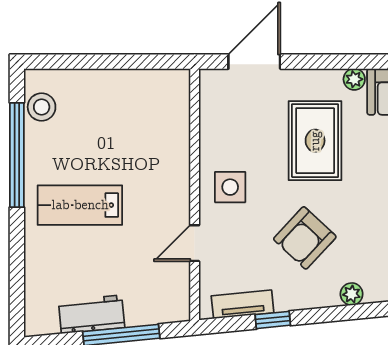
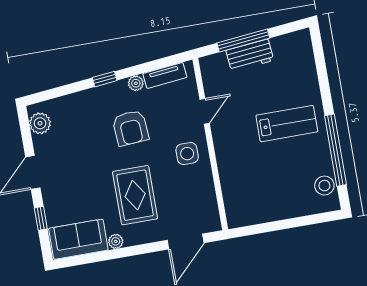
armchair: (305, 238) -> (130, 128), turned 133
plant: (352, 294) -> (136, 83), moved
workbench: (92, 314) -> (250, 55), moved
window: (273, 320) -> (105, 79), moved

